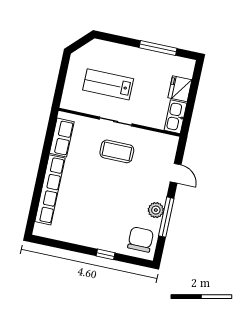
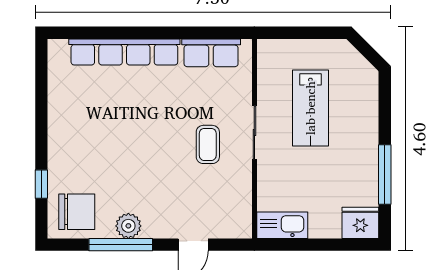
lab bench: (108, 84) -> (310, 108), turned 180
fridge: (180, 89) -> (360, 223), moved
coffee table: (117, 151) -> (208, 144), width x0.73, depth x0.77
window: (105, 254) -> (41, 184), moved

